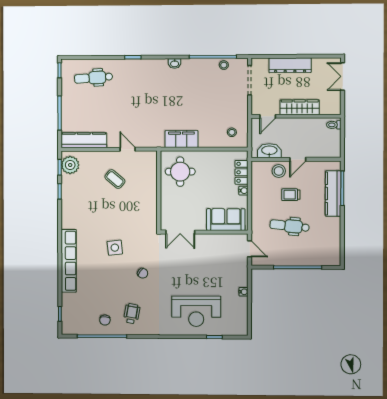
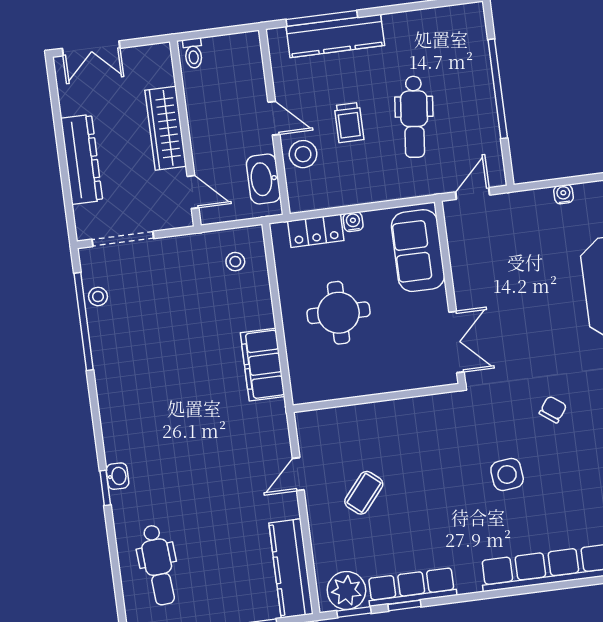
washbasin: (175, 64) -> (117, 476), moved
round table: (180, 172) -> (338, 313), moved
row of seats: (68, 196) -> (412, 587), added

